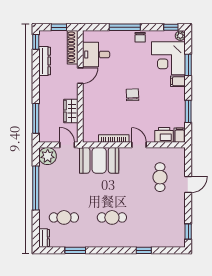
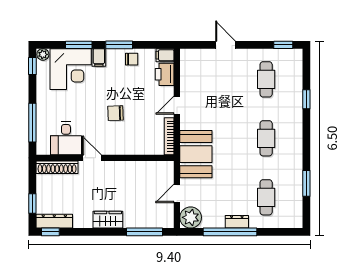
chair: (140, 37) -> (132, 59), moved
shoe rack: (73, 47) -> (57, 167), moved
desk: (96, 55) -> (66, 138), moved
dresser: (45, 61) -> (54, 221), moved
door: (80, 76) -> (92, 158), moved
wall: (80, 86) -> (105, 158), moved
wardrobe: (71, 111) -> (108, 220), moved, turned 180
window: (188, 111) -> (119, 45), moved
cafe table: (160, 177) -> (266, 79), moved, turned 90
dresser: (44, 238) -> (237, 222), moved

